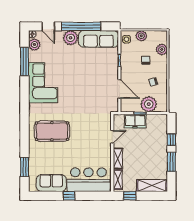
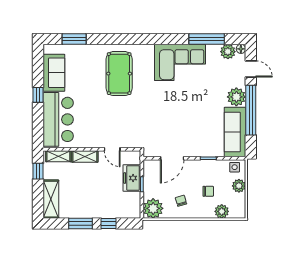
door: (48, 26) -> (251, 69), swing flipped
plant: (149, 104) -> (153, 208), moved

